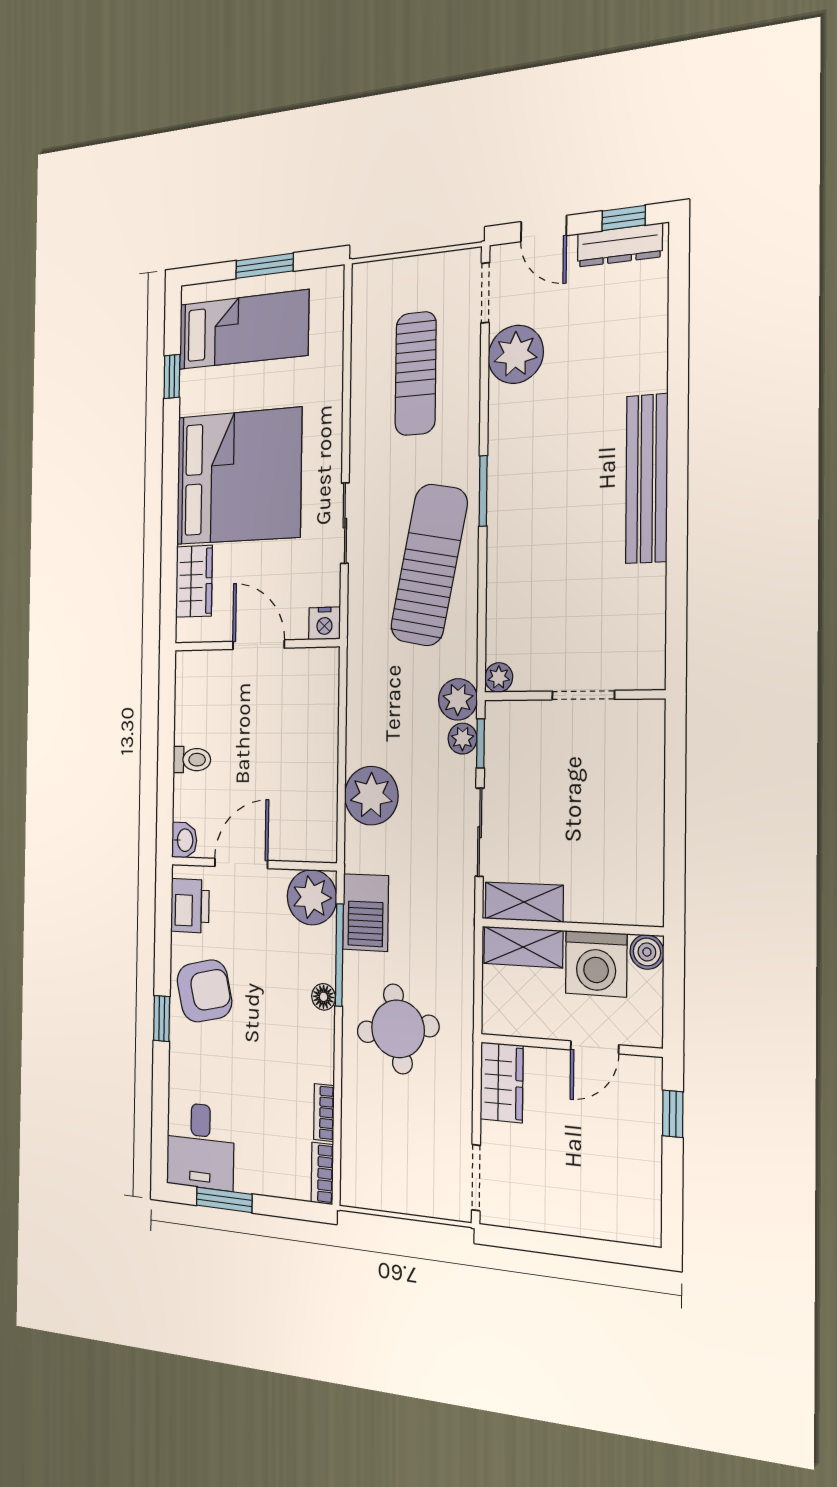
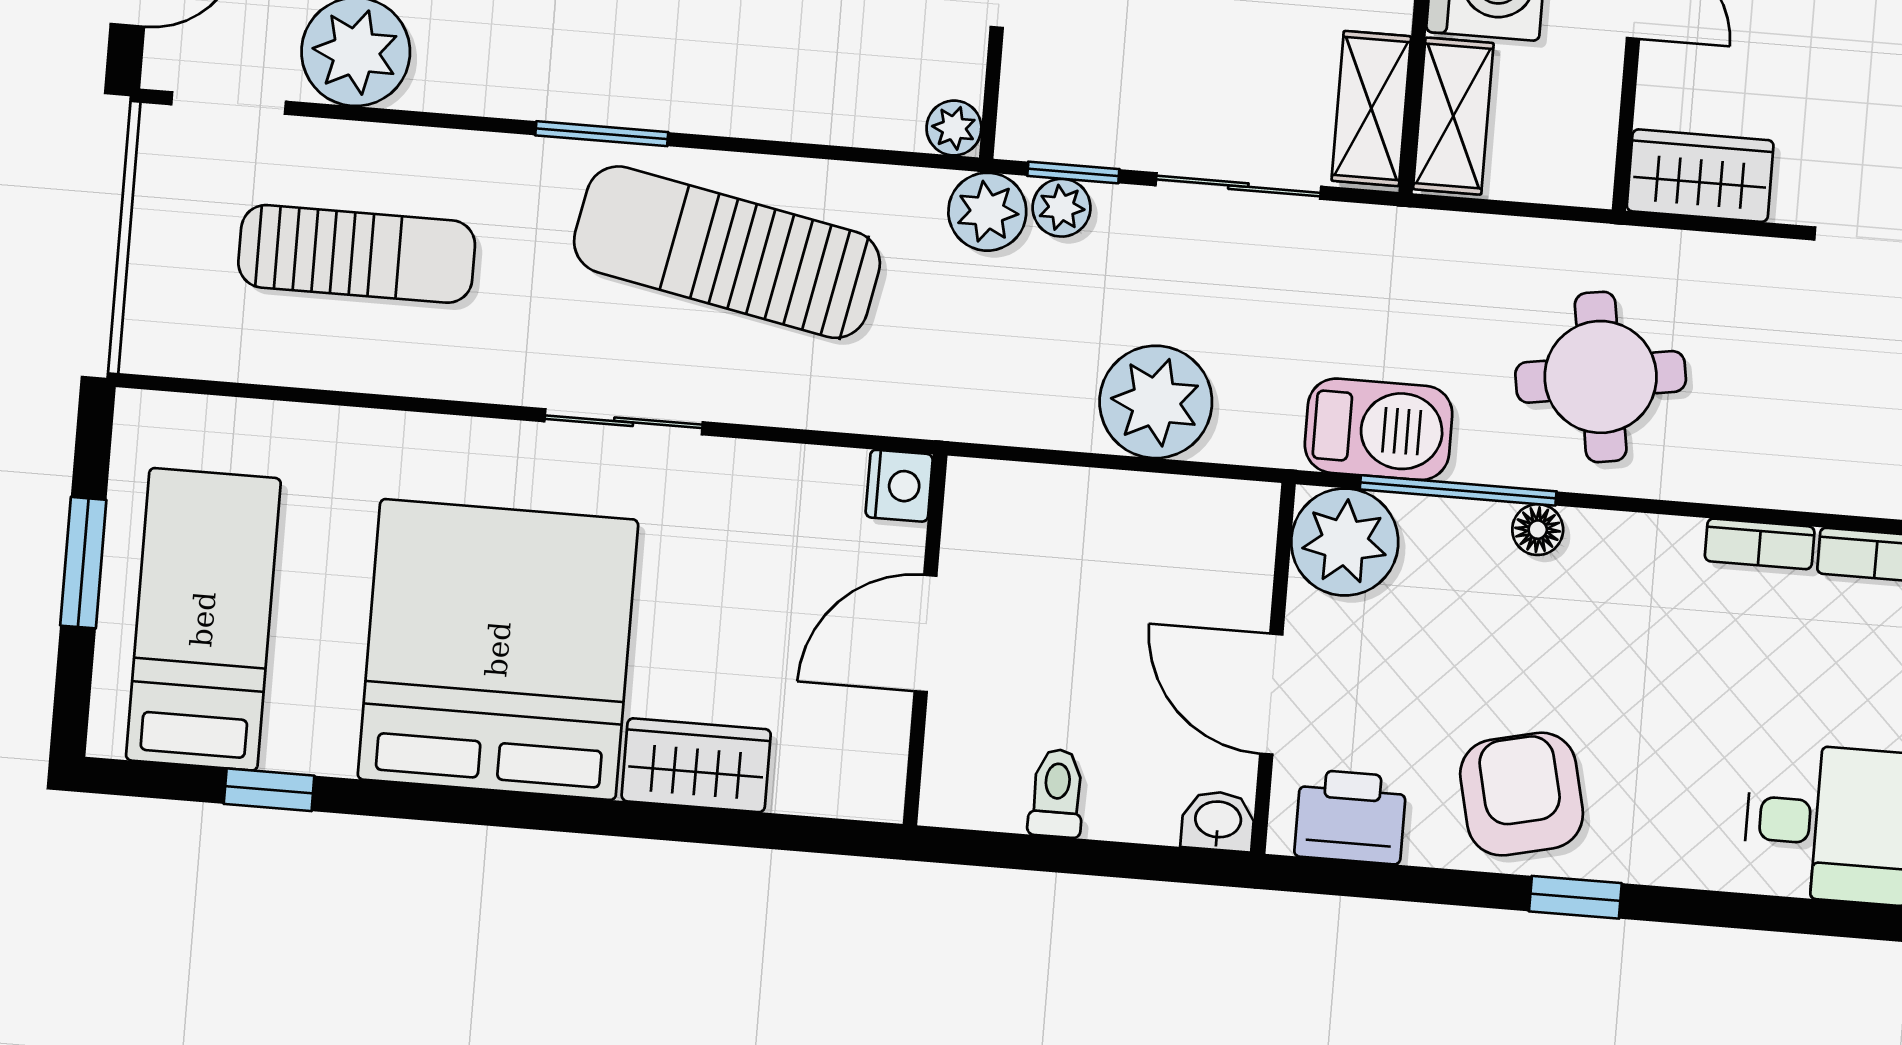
nightstand: (324, 623) -> (899, 486), moved
wall: (256, 645) -> (925, 640), moved
door: (258, 645) -> (926, 633), moved

